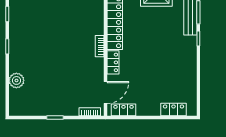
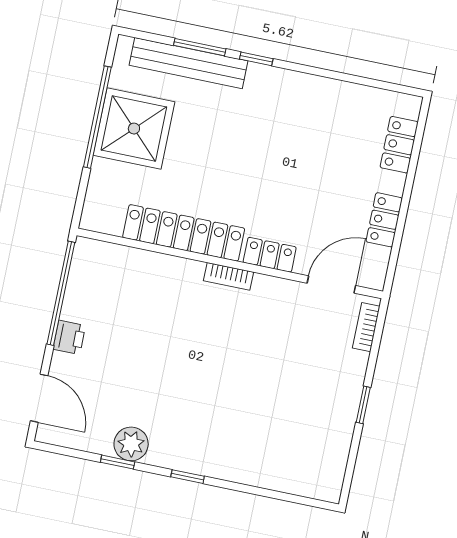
plant: (16, 80) -> (131, 444), moved
door: (105, 92) -> (331, 284), hinge flipped
locker: (123, 110) -> (384, 220), moved

